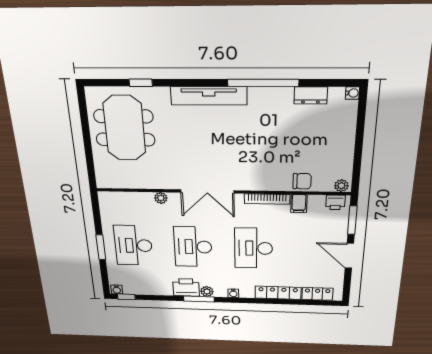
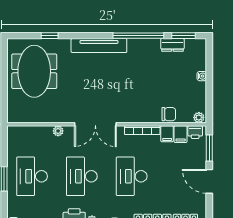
window: (327, 83) -> (183, 36), added
water cooler: (352, 93) -> (202, 76), moved
filing cabinet: (316, 204) -> (181, 134), added

